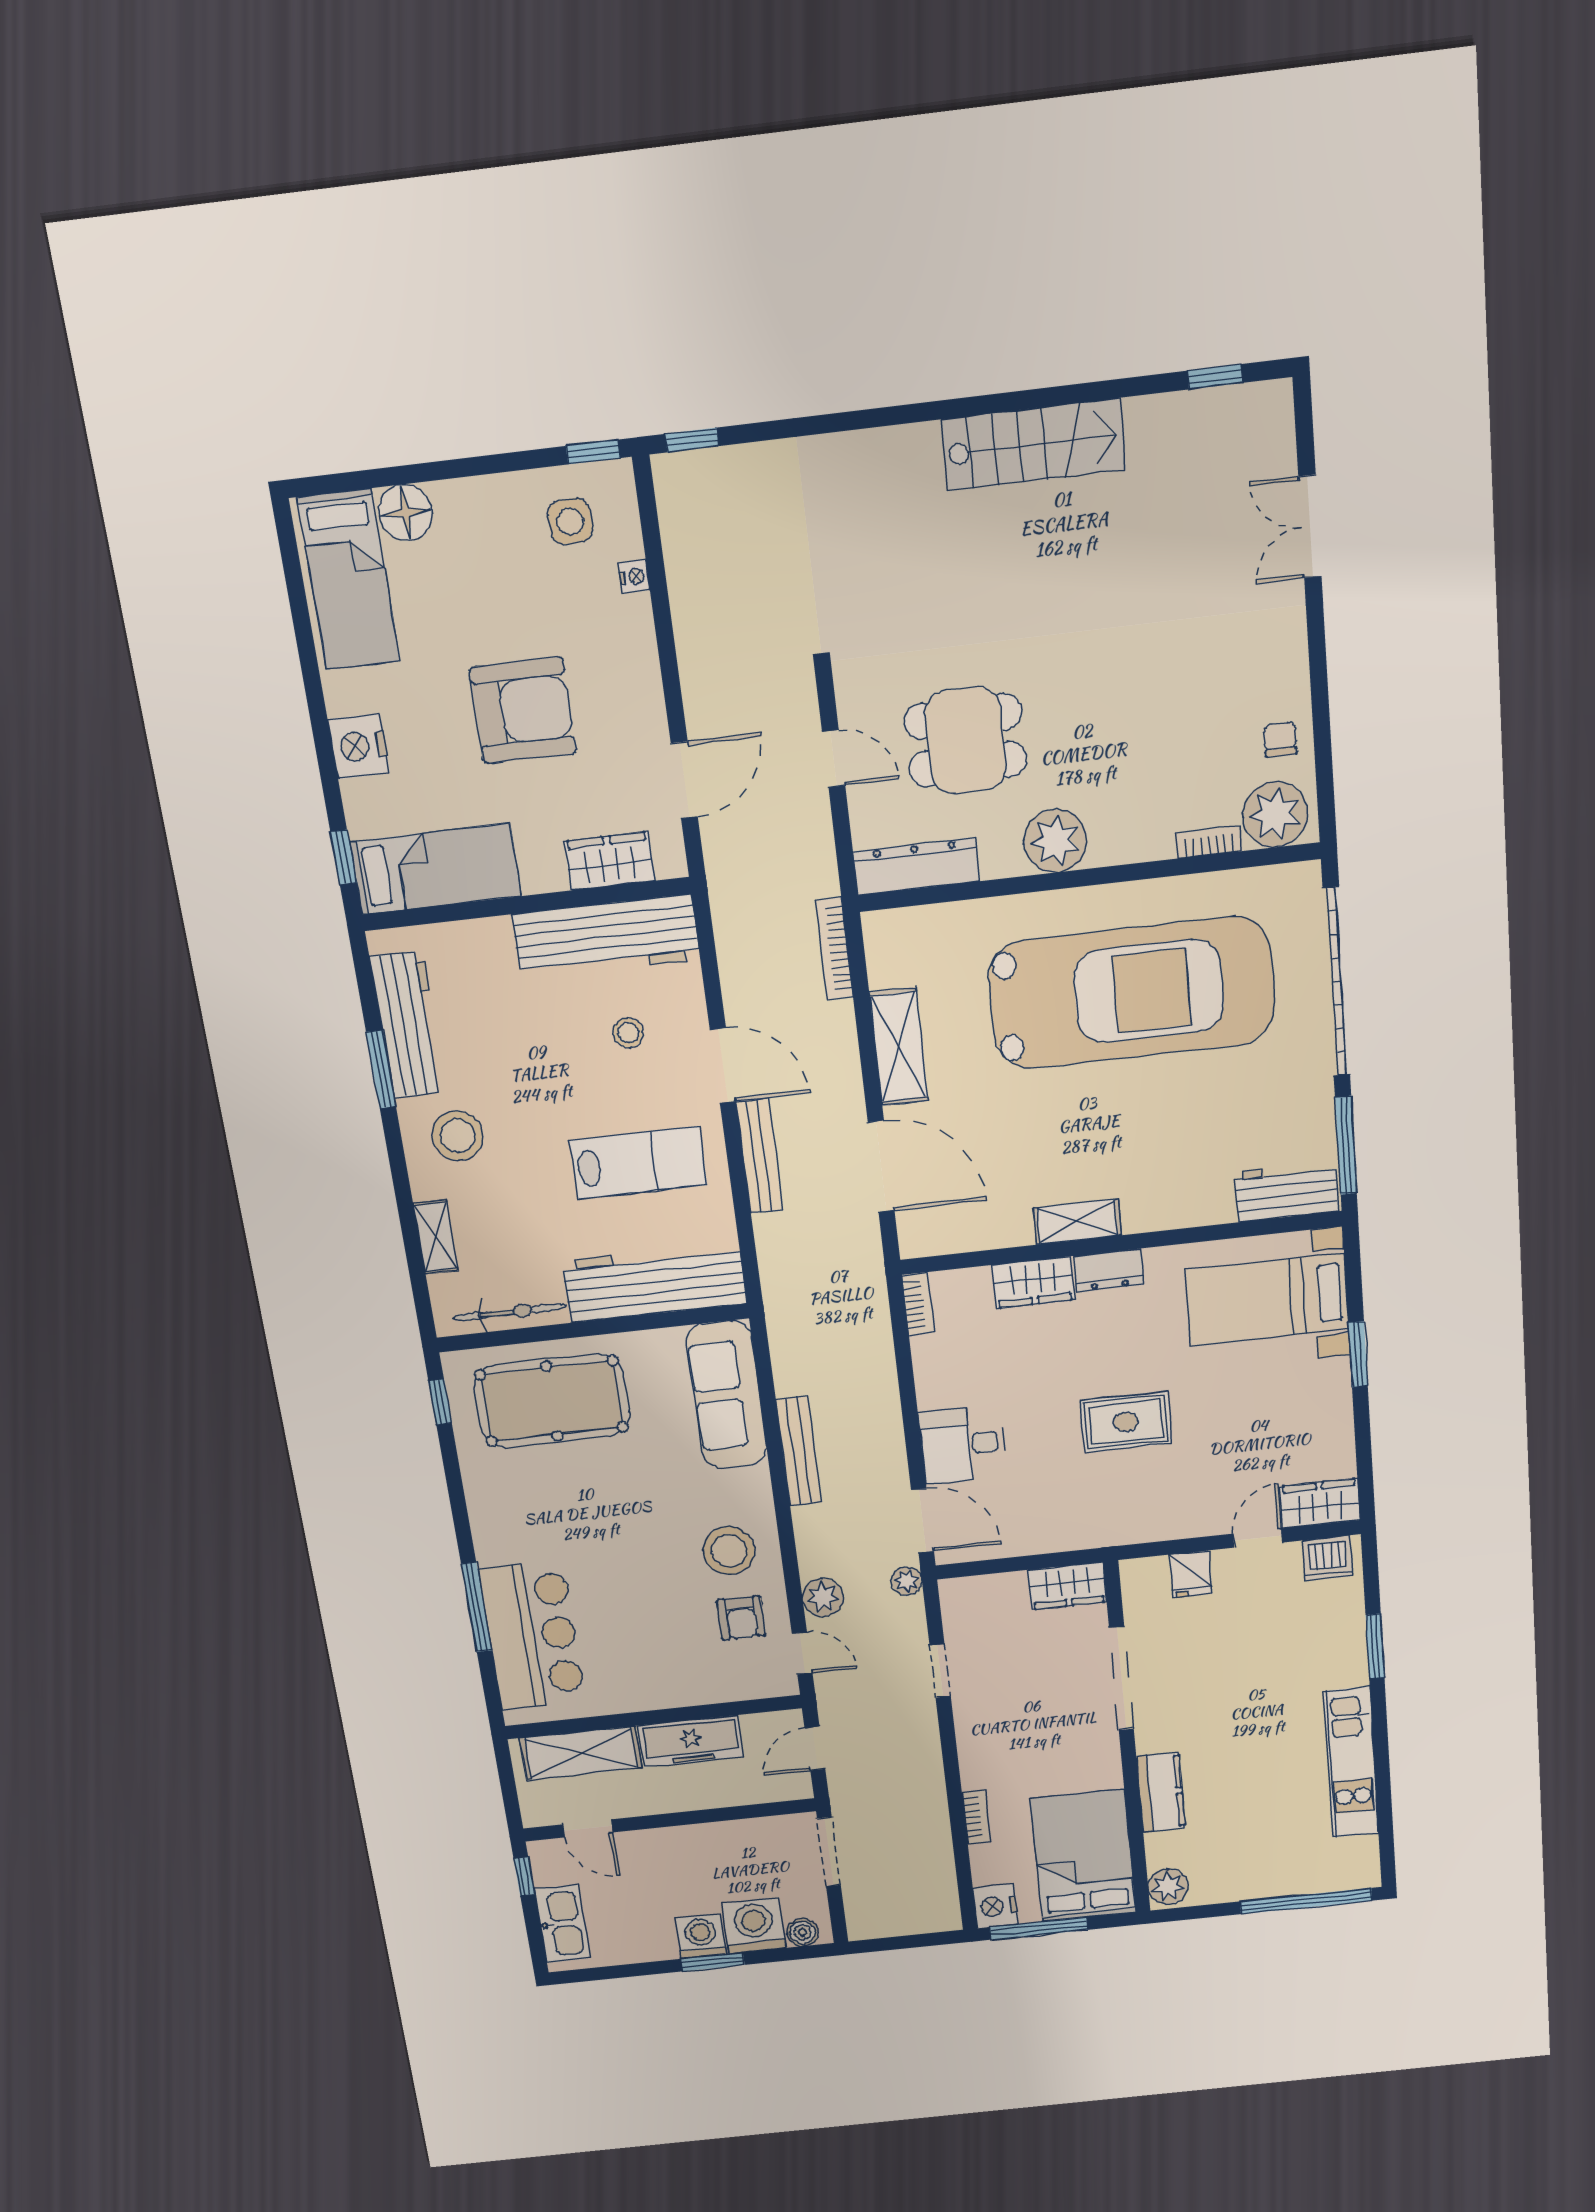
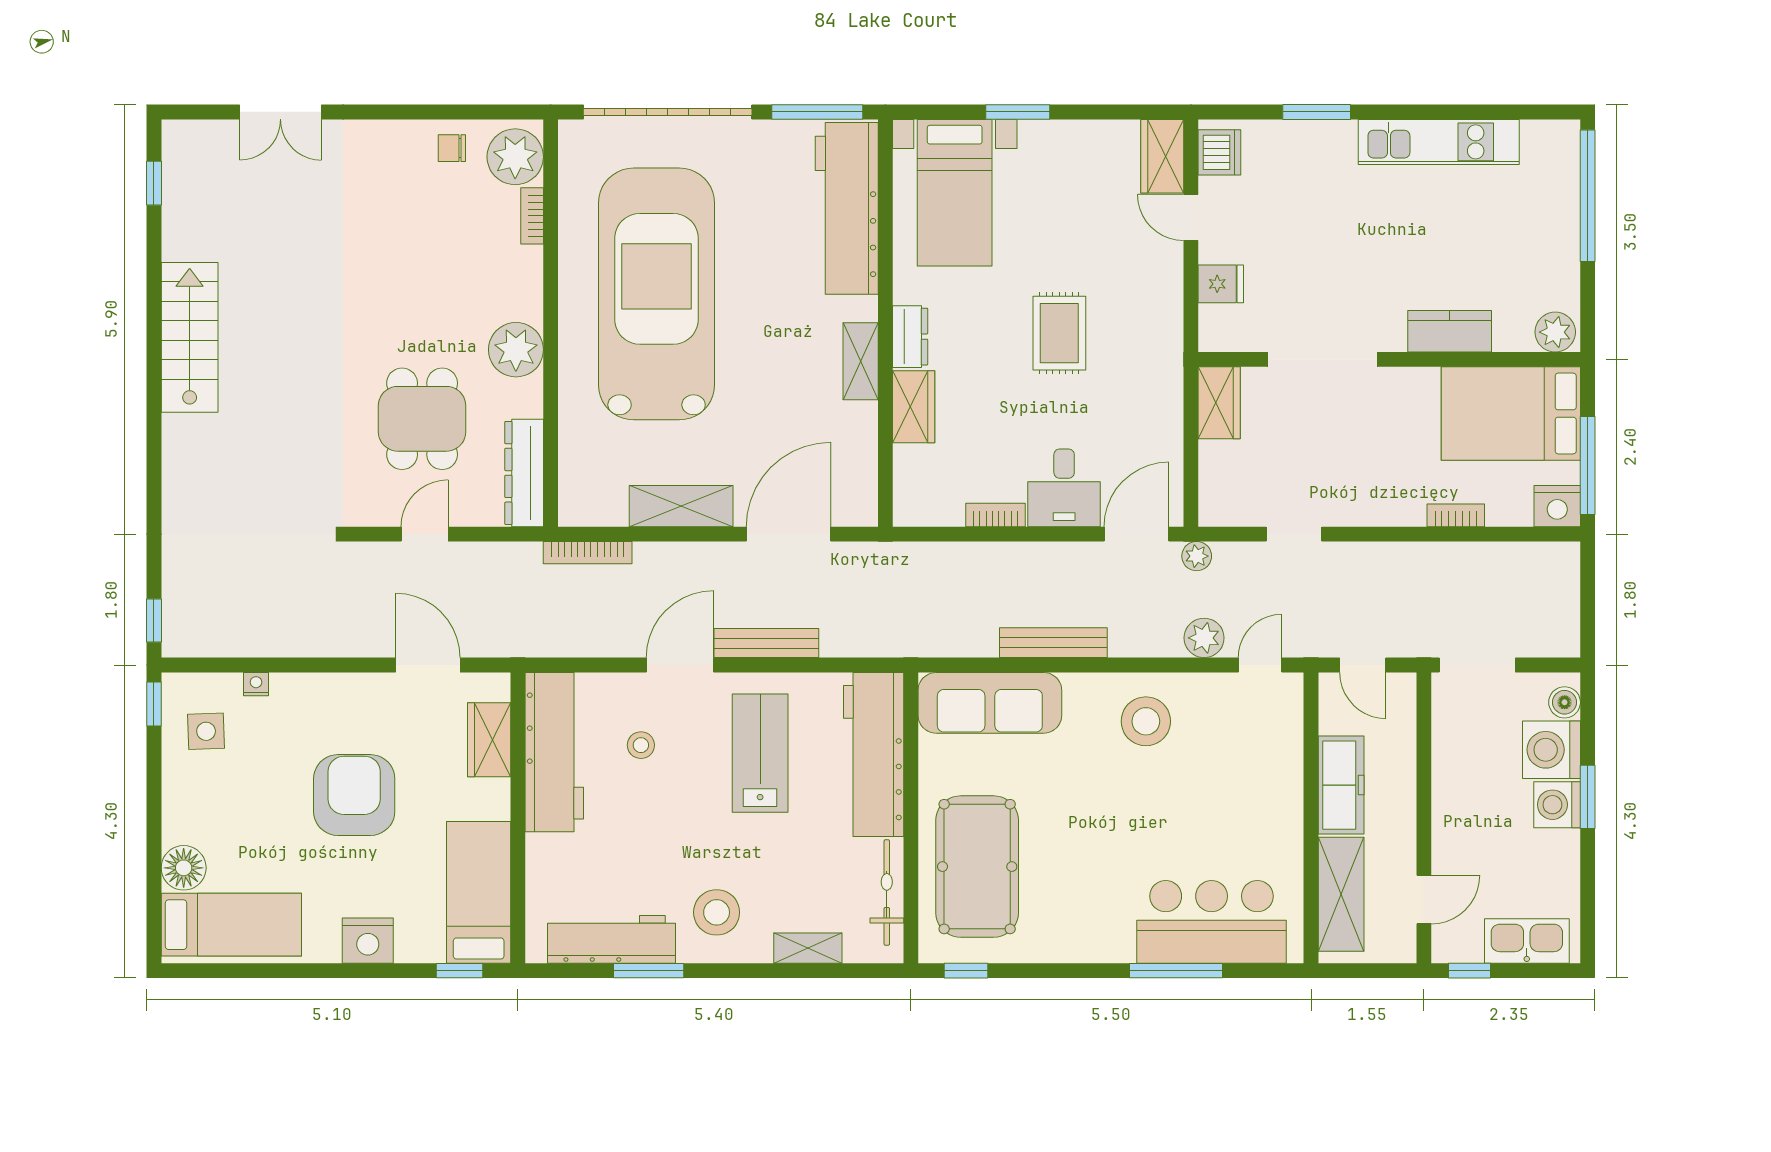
workbench: (1287, 1192) -> (847, 208), width x1.88, depth x1.32
bookcase: (918, 1304) -> (995, 515), moved
armchair: (741, 1618) -> (1216, 719), removed

